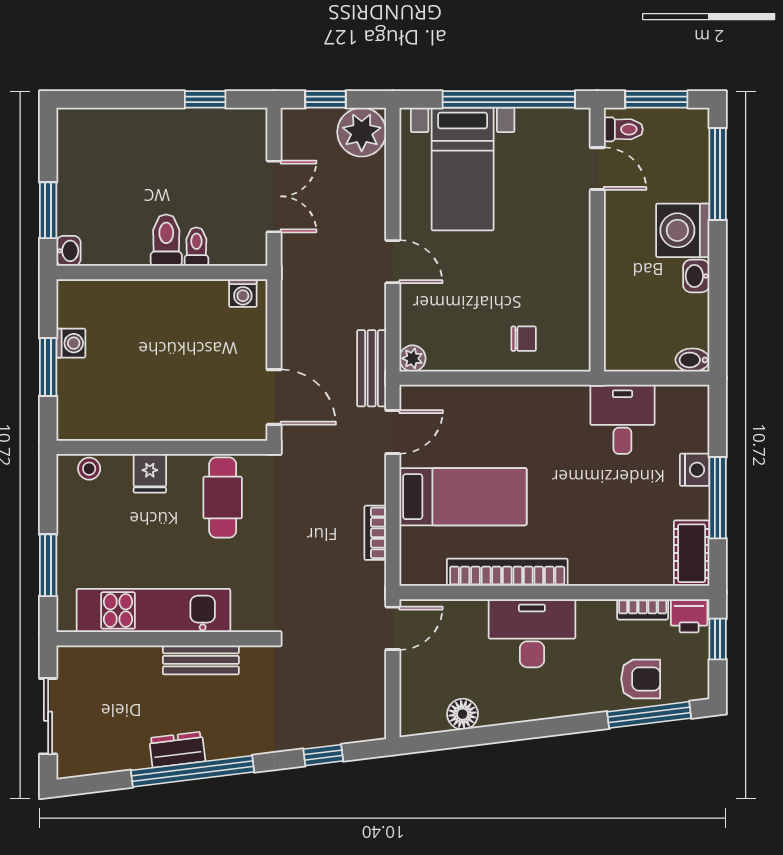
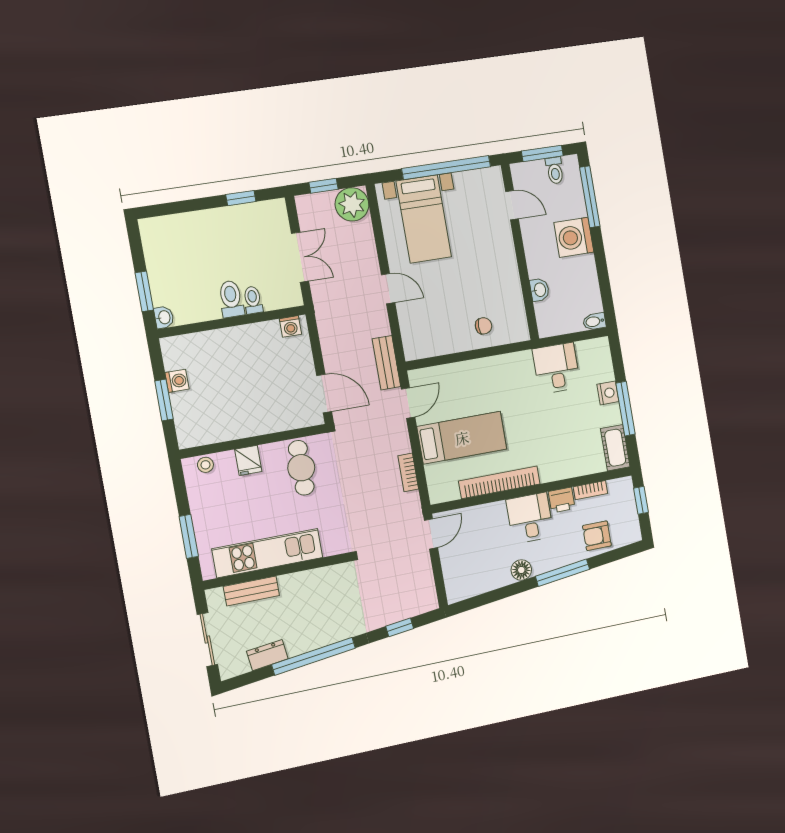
toilet: (623, 129) -> (555, 170), moved, turned 90
washbasin: (696, 276) -> (540, 290), moved, turned 180
plant: (412, 358) -> (413, 351), removed
printer: (689, 616) -> (562, 500), moved
desk: (532, 633) -> (530, 518), width x0.73
bench: (201, 660) -> (251, 591), moved
armchair: (641, 679) -> (597, 536), turned 180
floor lamp: (463, 714) -> (521, 570), moved
window: (649, 715) -> (563, 573), moved
dresser: (177, 750) -> (267, 655), moved

